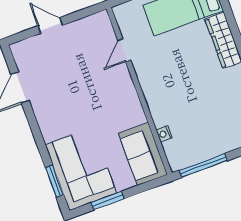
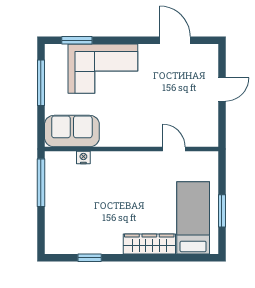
corner sofa: (81, 169) -> (103, 69), moved
window: (108, 201) -> (41, 83), width x1.44

